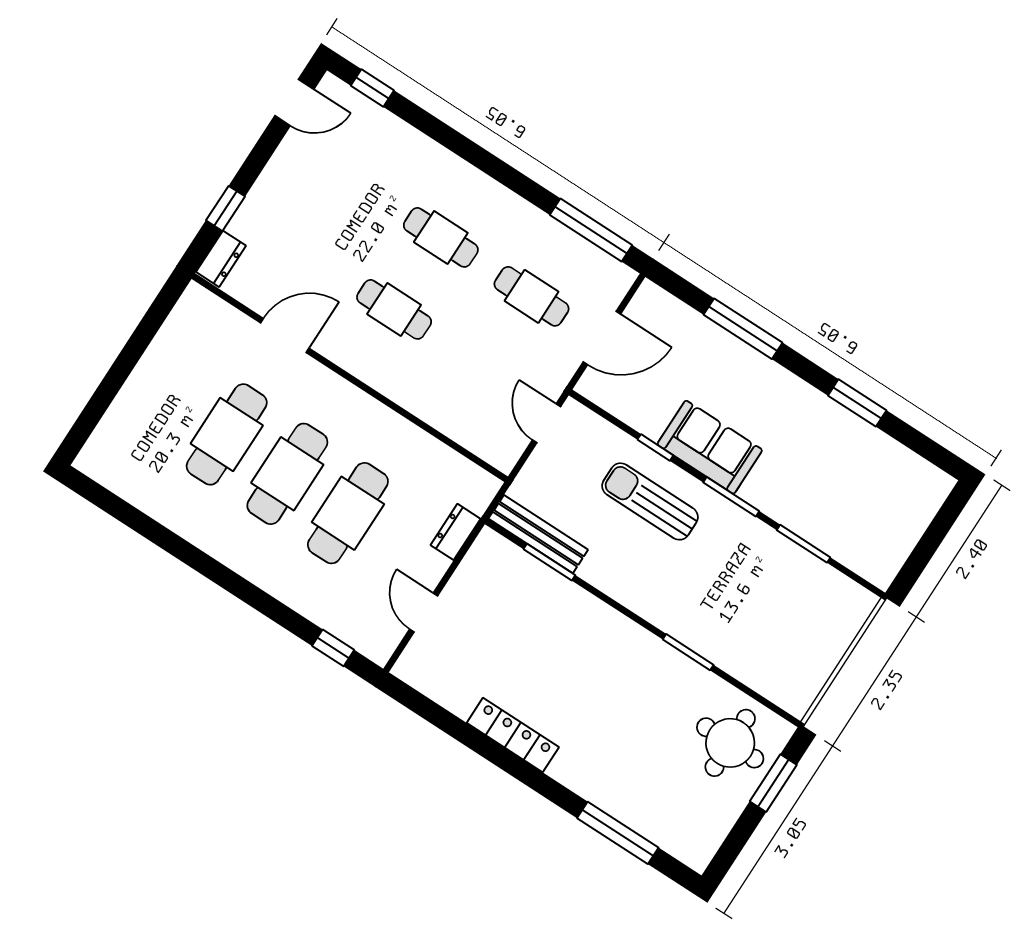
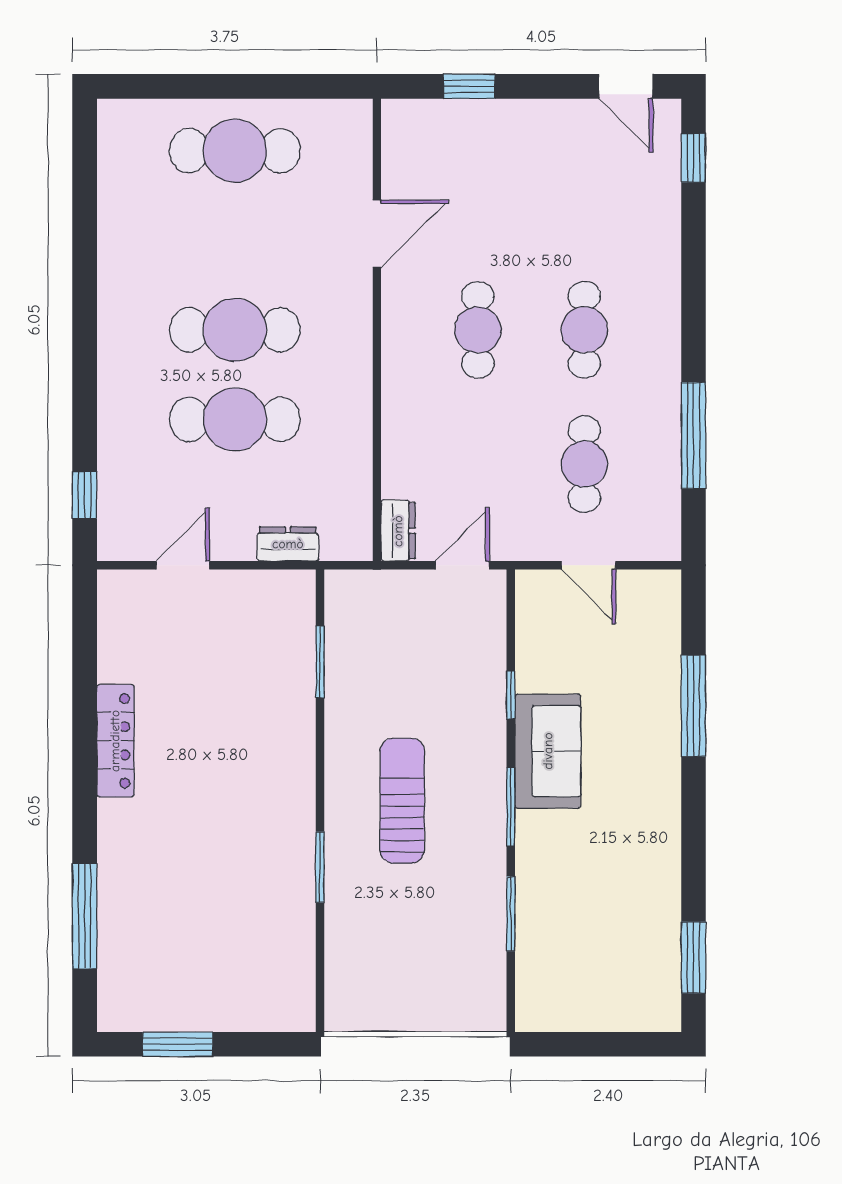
window: (591, 230) -> (693, 436), moved
dresser: (221, 259) -> (398, 531), moved, turned -90
door: (285, 336) -> (377, 234), hinge flipped
door: (602, 338) -> (588, 565), width x0.73
window: (857, 403) -> (693, 957), moved
cafe table: (227, 434) -> (235, 151), moved
sun lounger: (650, 501) -> (402, 801), moved
bench: (538, 534) -> (342, 632), removed
round table: (730, 743) -> (254, 972), removed
window: (773, 783) -> (178, 1044), moved

